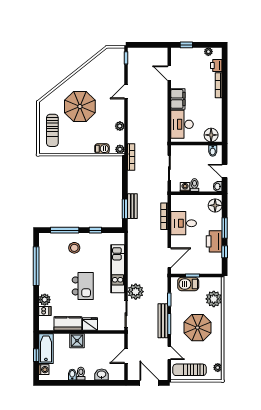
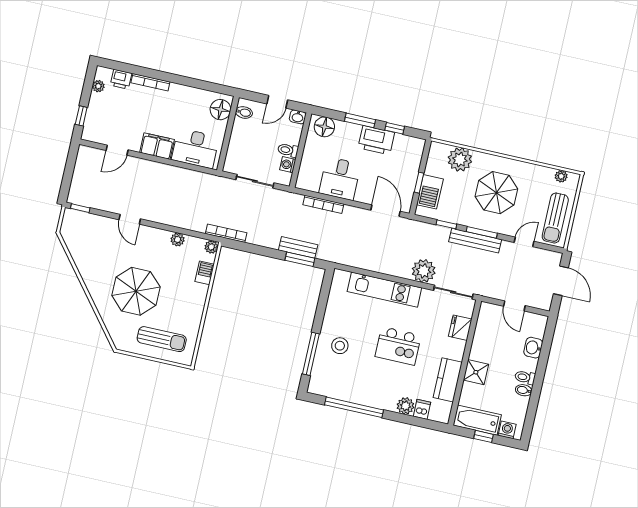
window: (95, 230) -> (321, 309), removed
kitchen island: (83, 286) -> (398, 346), turned 180
fridge: (90, 324) -> (460, 328), moved
door: (149, 383) -> (561, 281), swing flipped

